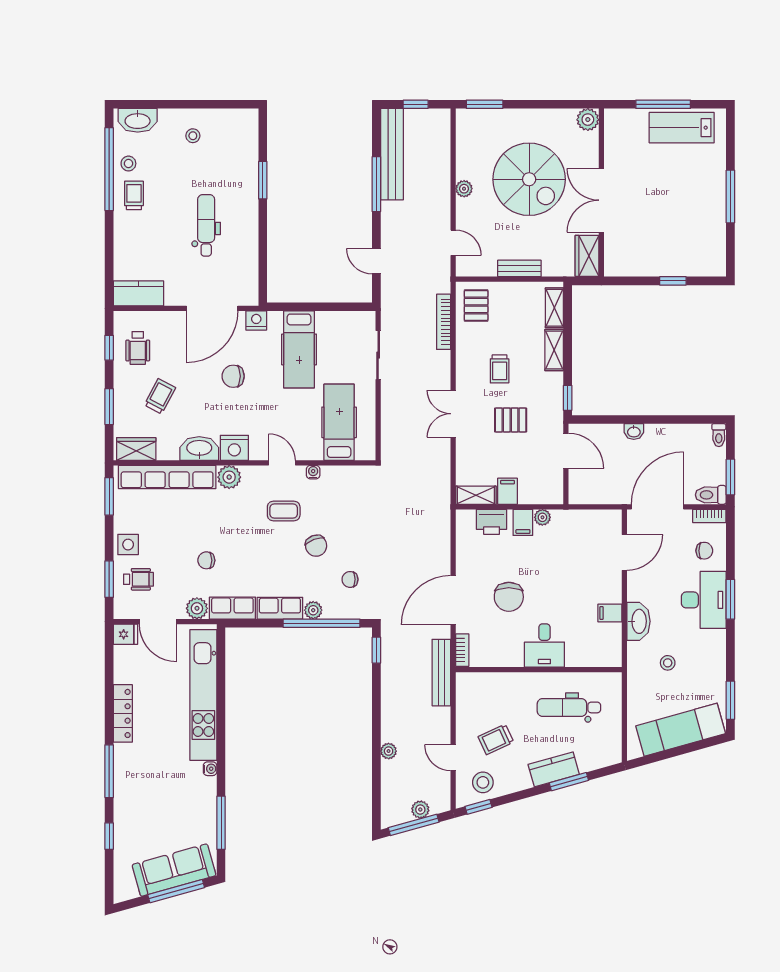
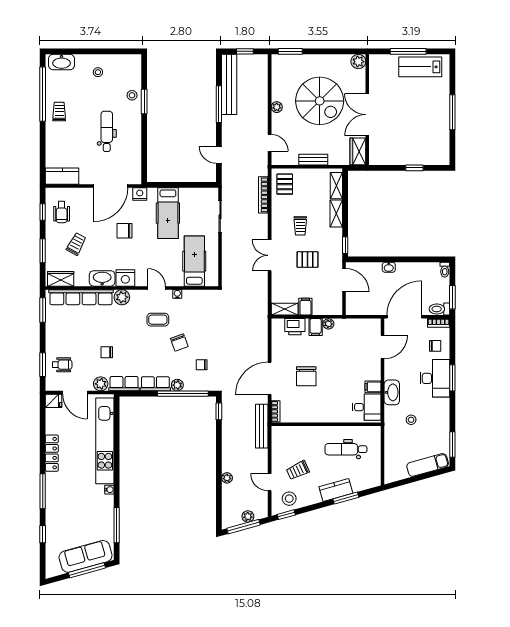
stool: (128, 164) -> (132, 95), moved
side table: (128, 545) -> (55, 342), removed
desk: (544, 646) -> (367, 407), moved, turned -90
exam couch: (681, 730) -> (428, 465), width x0.73, depth x0.69

